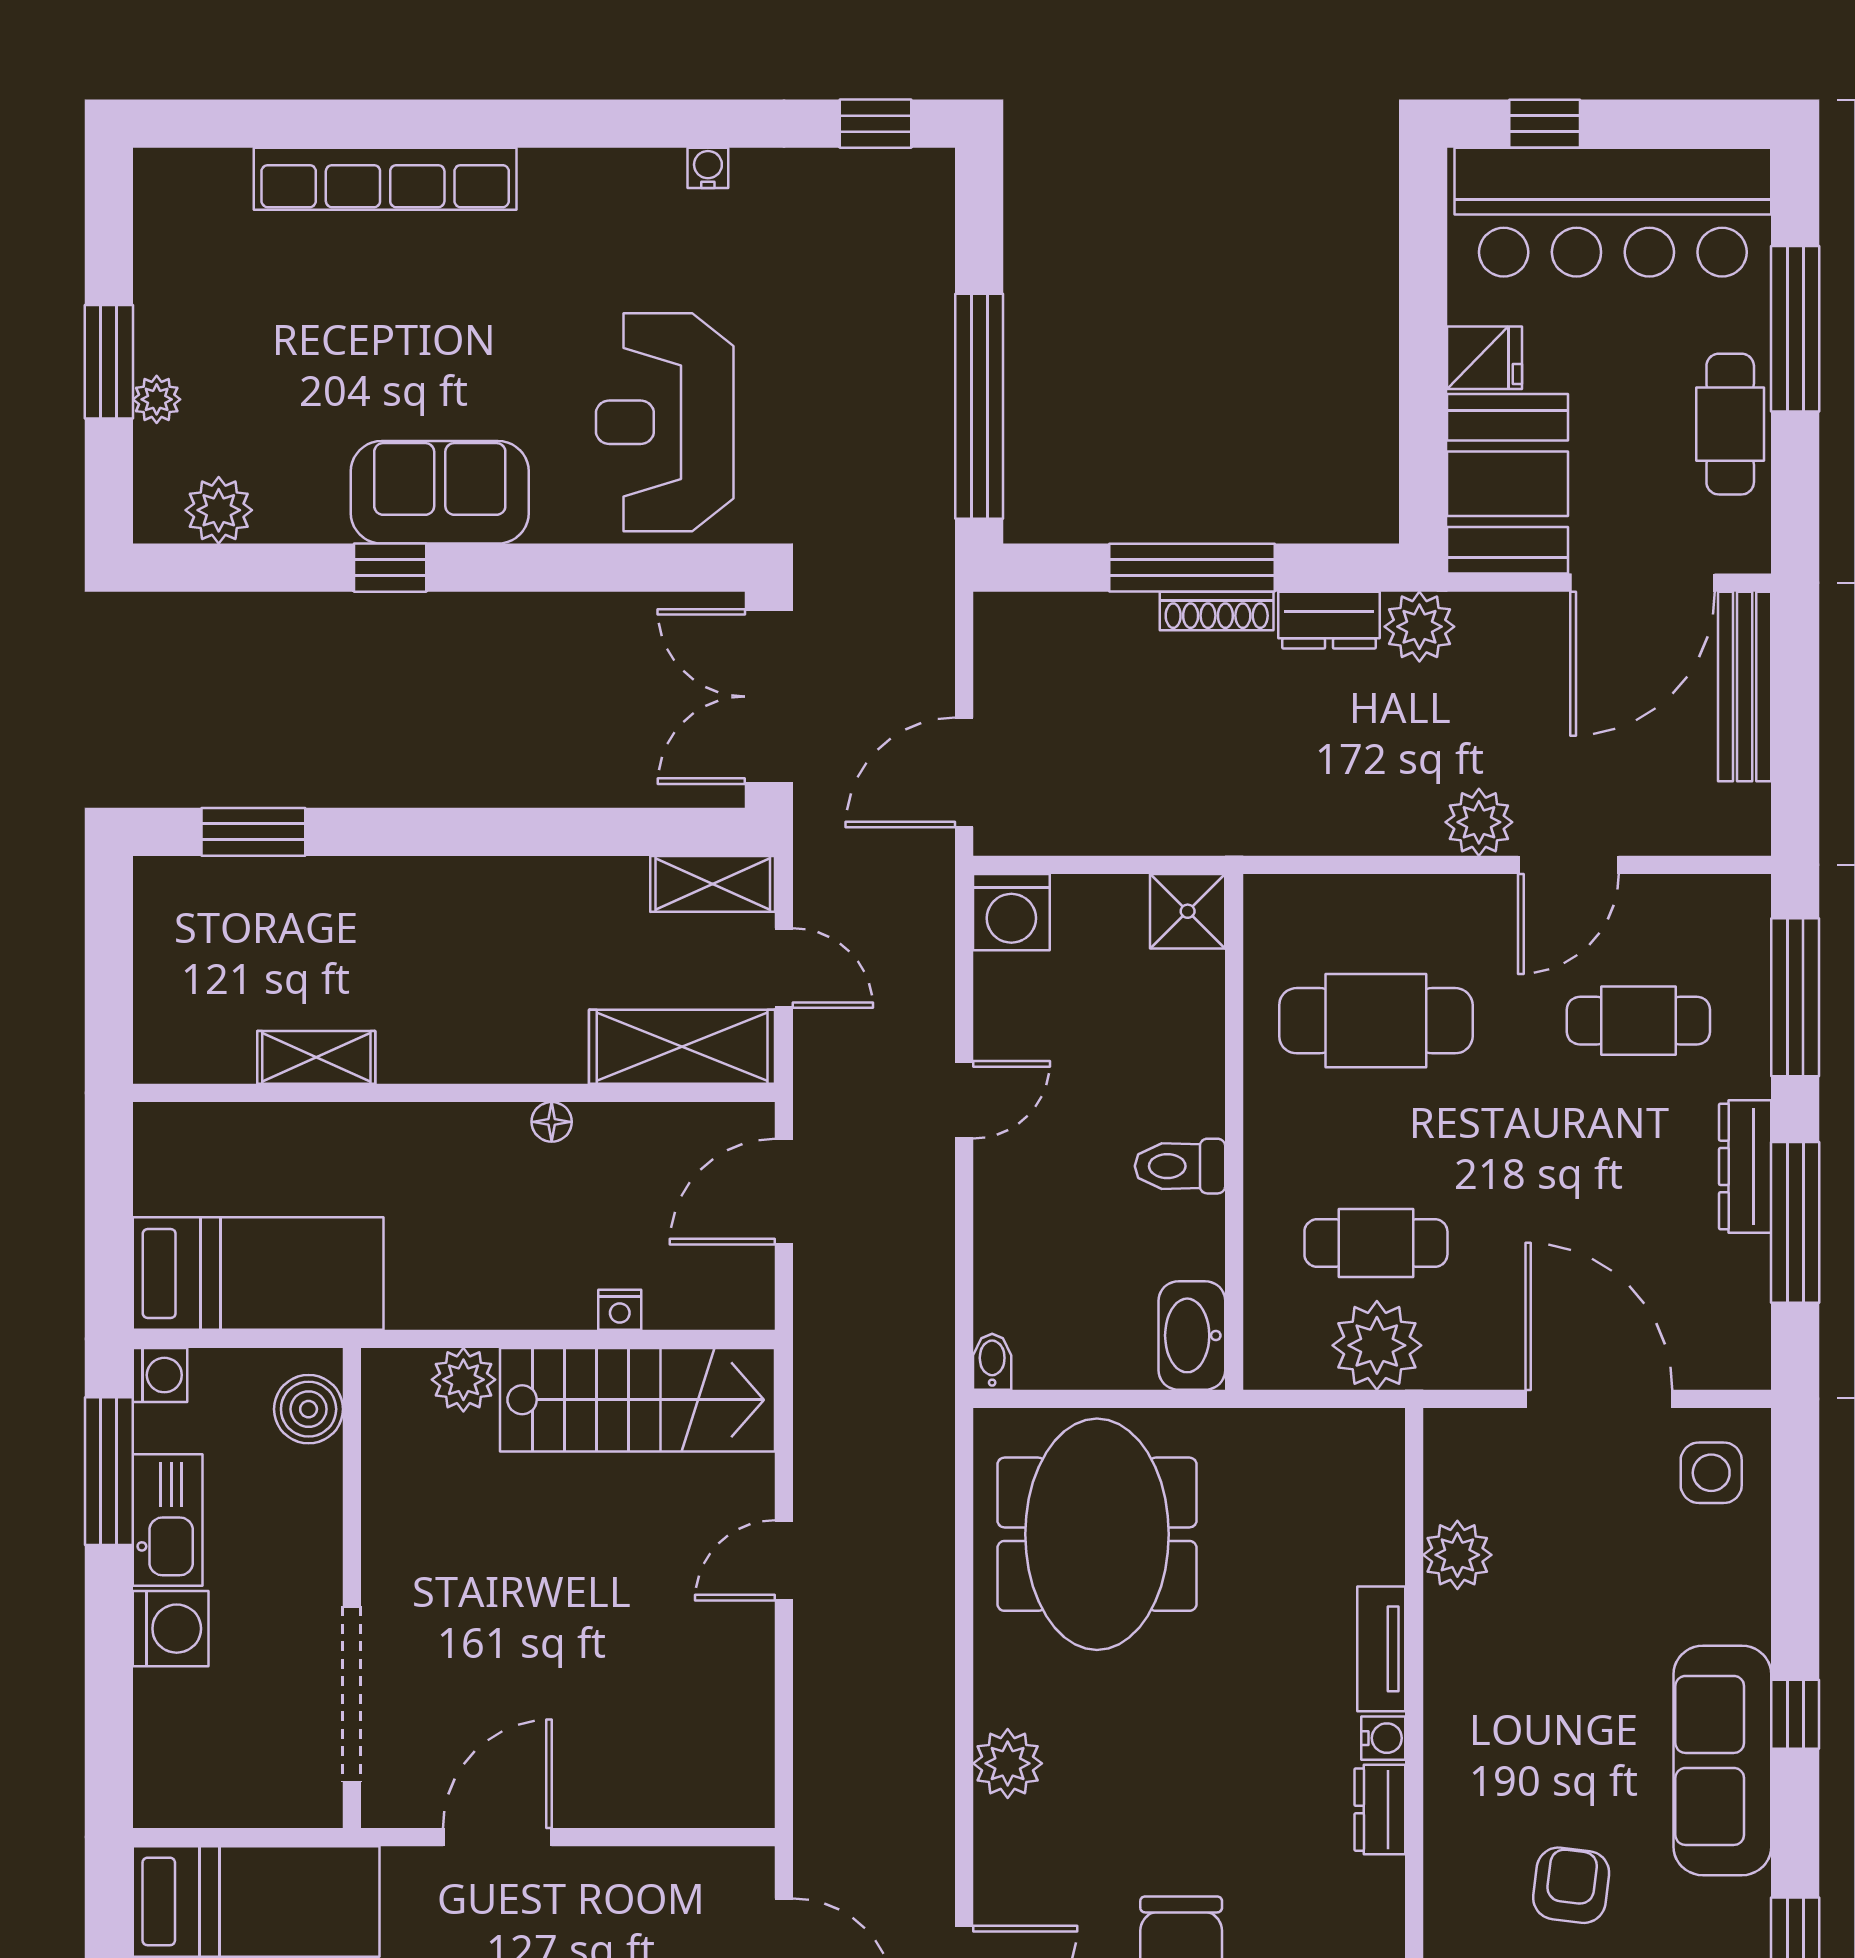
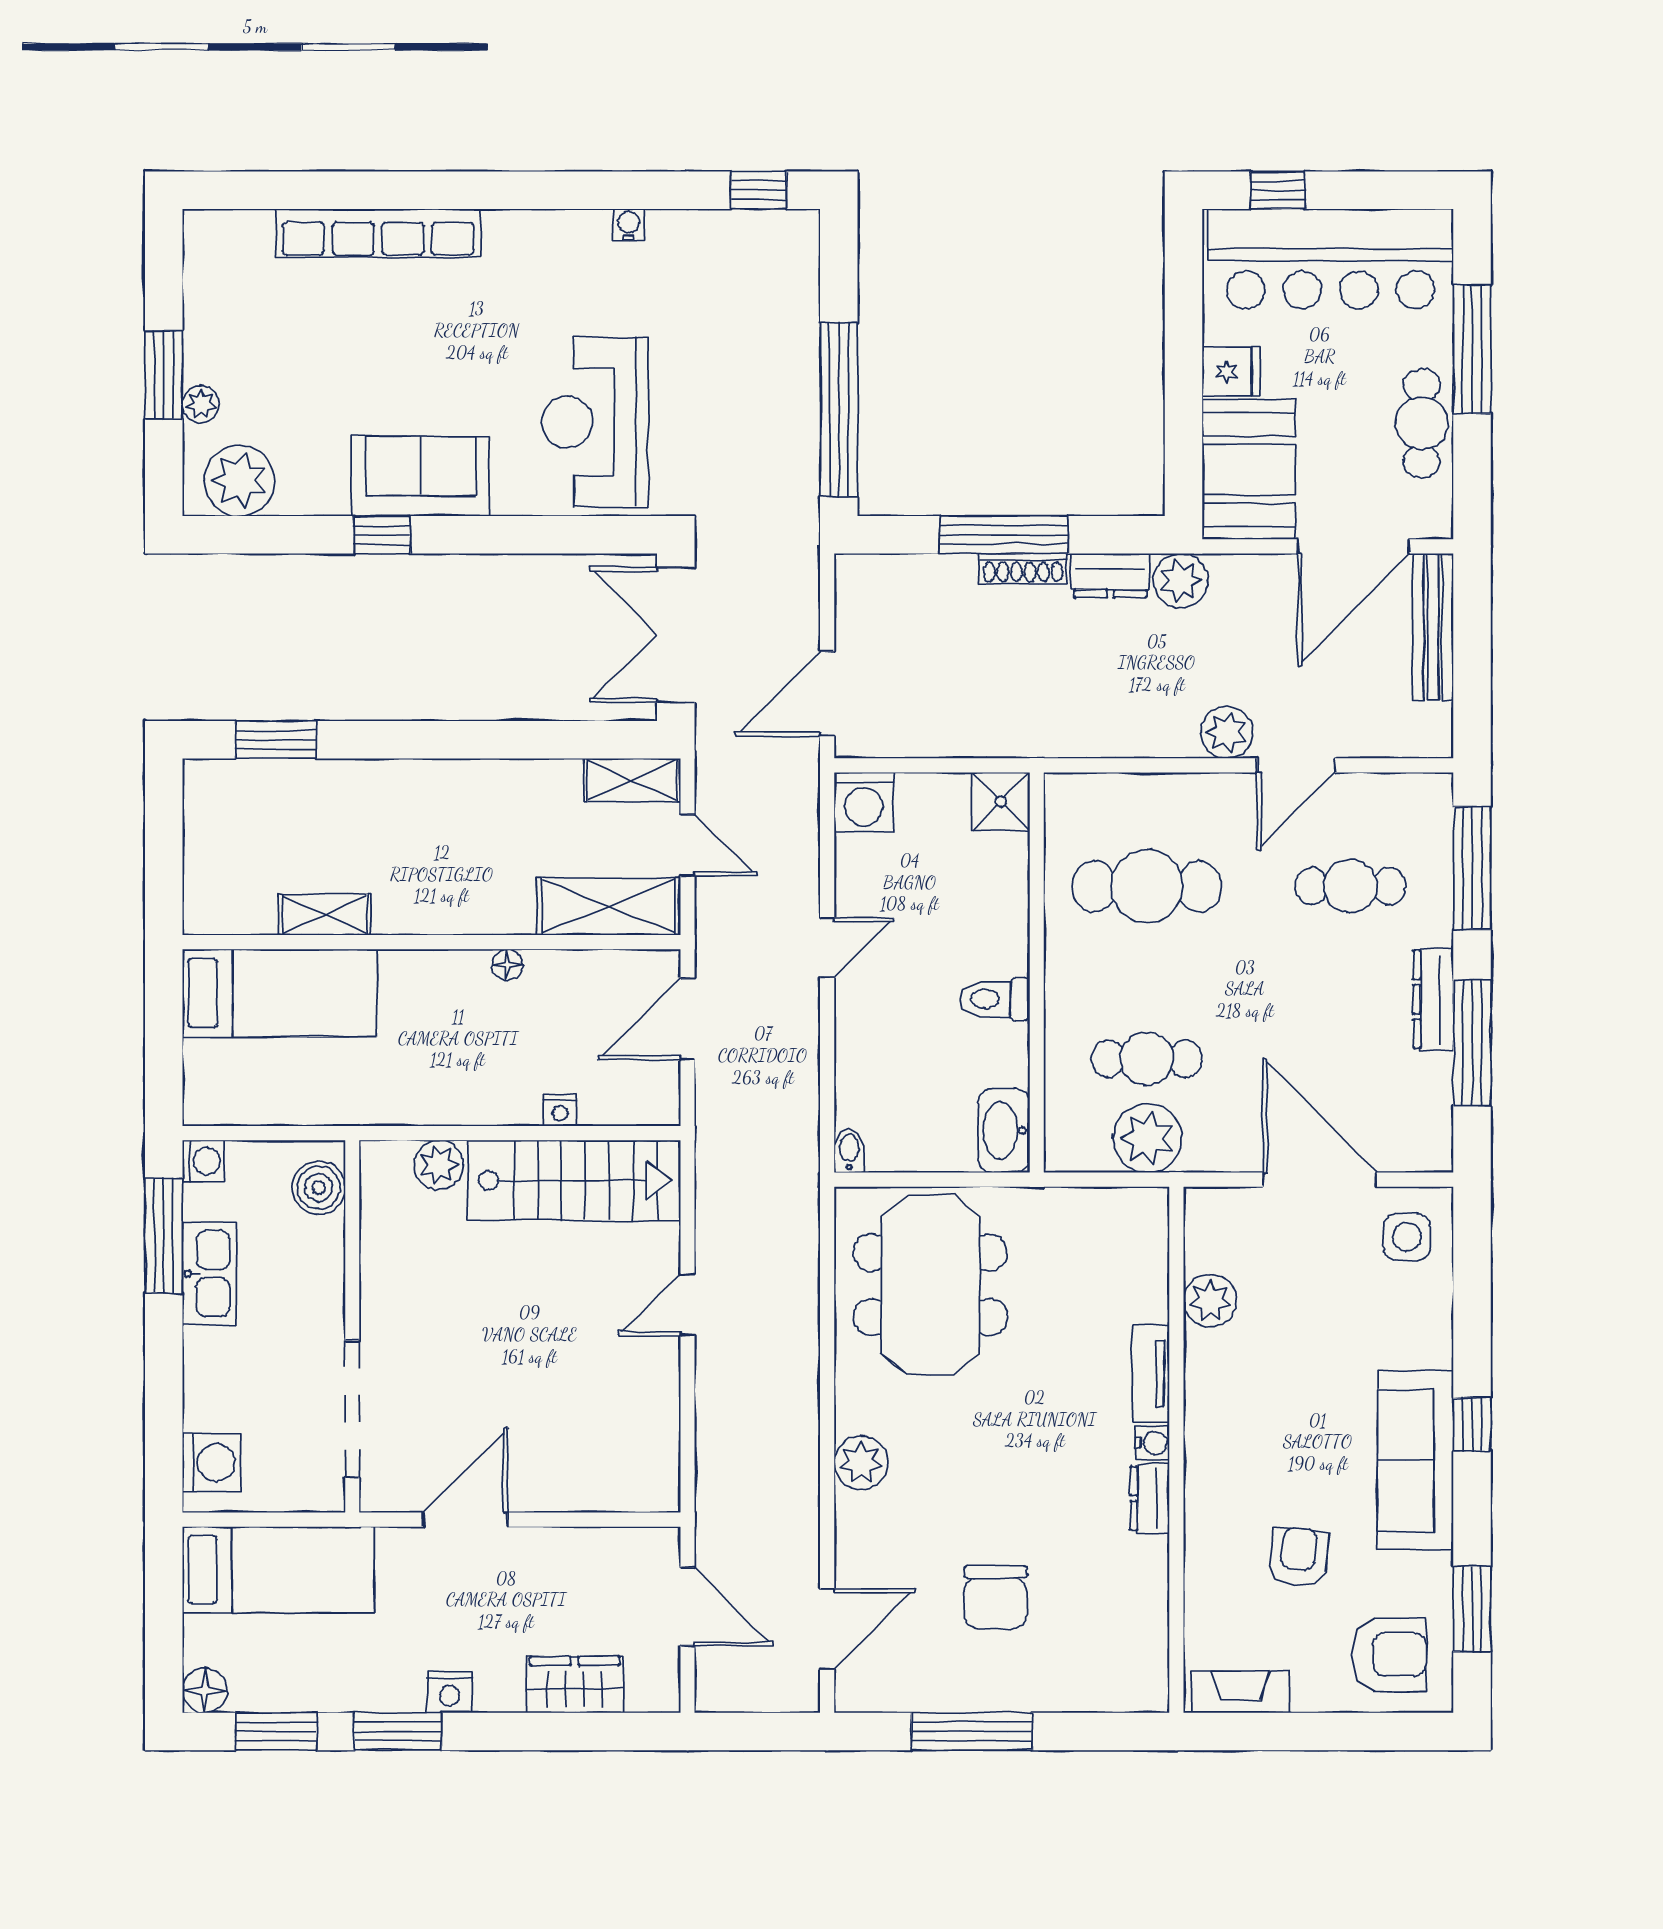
plant: (219, 510) -> (239, 481), width x1.36, depth x1.36
bed: (258, 1273) -> (280, 993), moved
washing machine: (171, 1629) -> (212, 1462), moved

